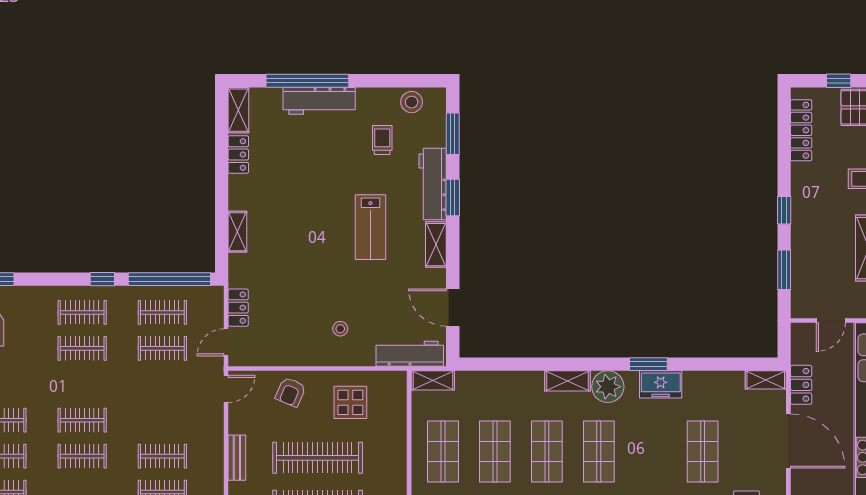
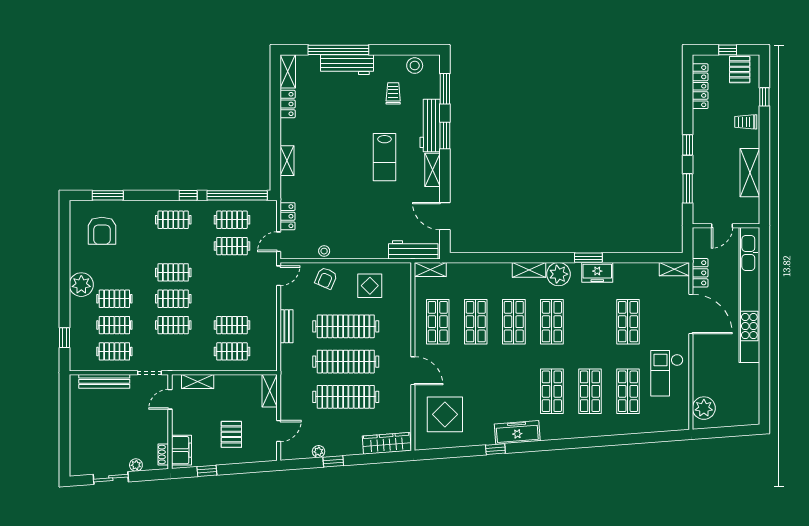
stool: (340, 329) -> (324, 251), moved
clothes rail: (82, 348) -> (173, 272), moved

